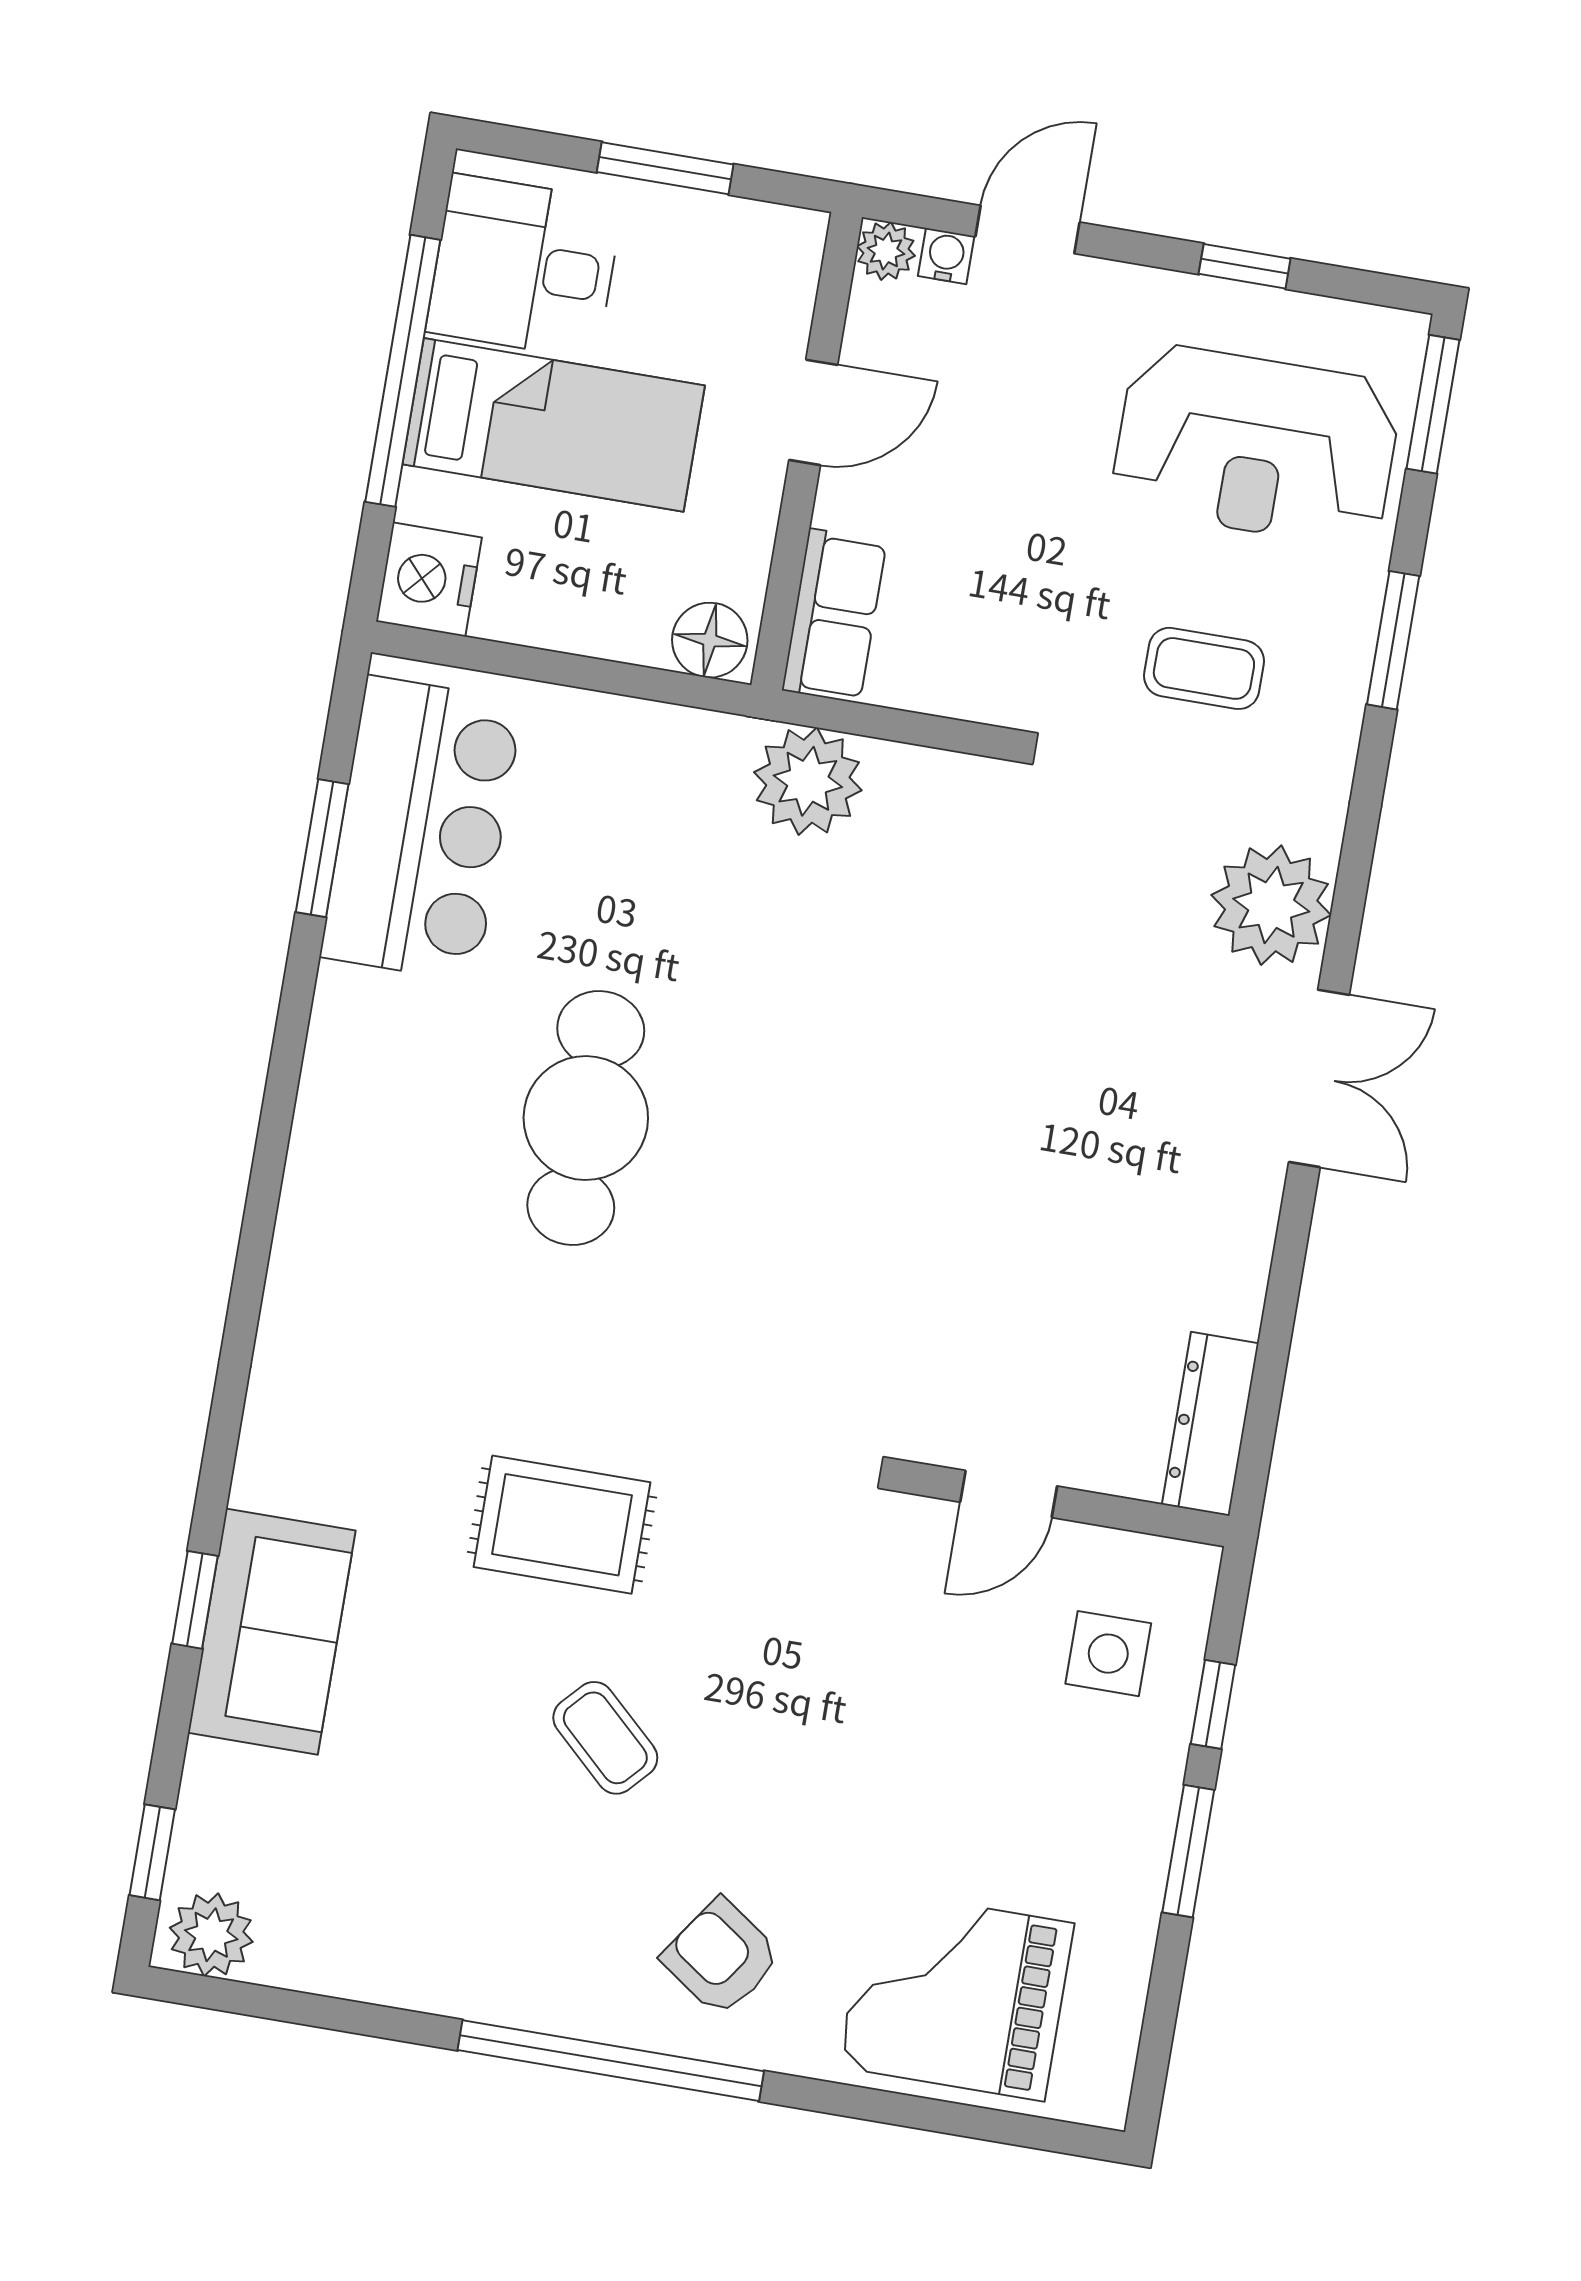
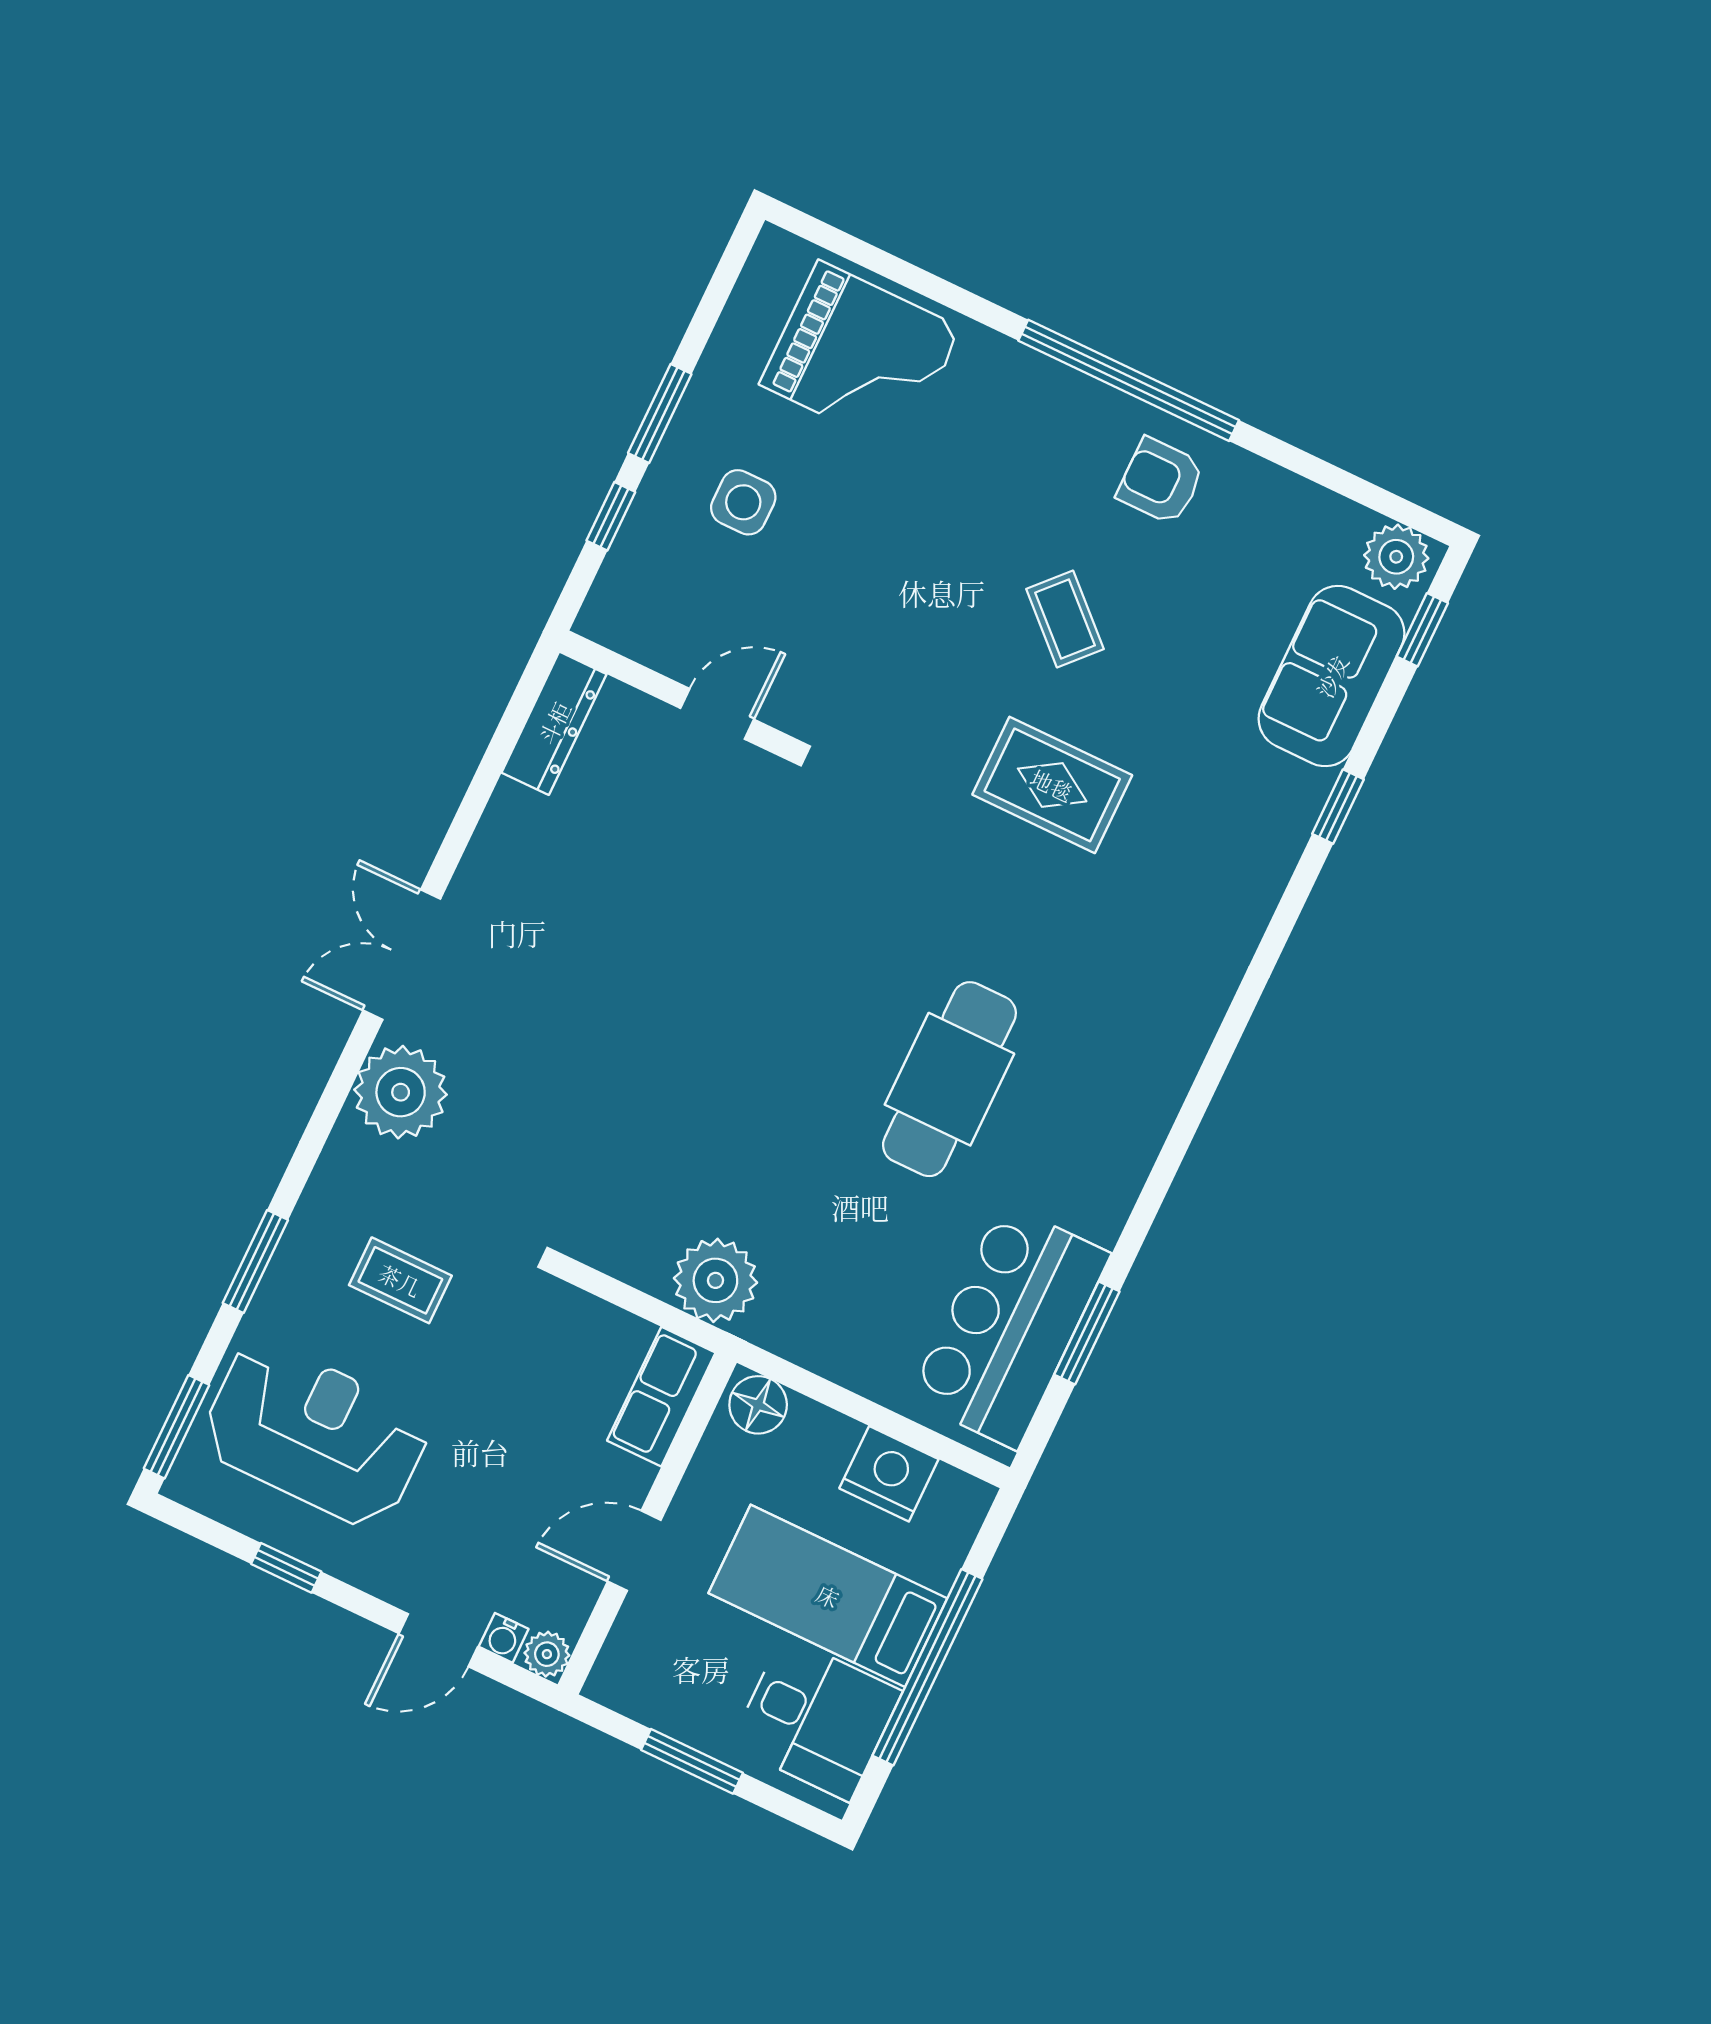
nightstand: (429, 580) -> (889, 1474), moved, turned -90
sofa: (272, 1632) -> (1332, 676), moved
side table: (1108, 1654) -> (743, 502), moved
armchair: (721, 1957) -> (1161, 481), moved, turned 145

